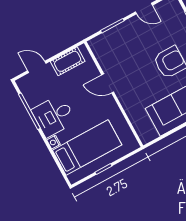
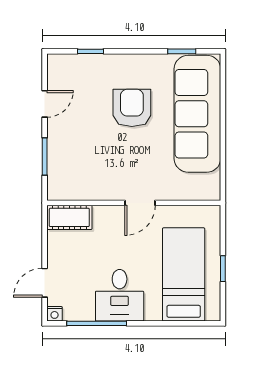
cot: (68, 61) -> (69, 217), moved, turned 90
door: (108, 83) -> (140, 203), moved
nightstand: (54, 142) -> (55, 314), moved

